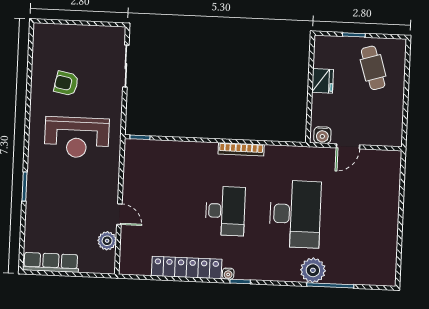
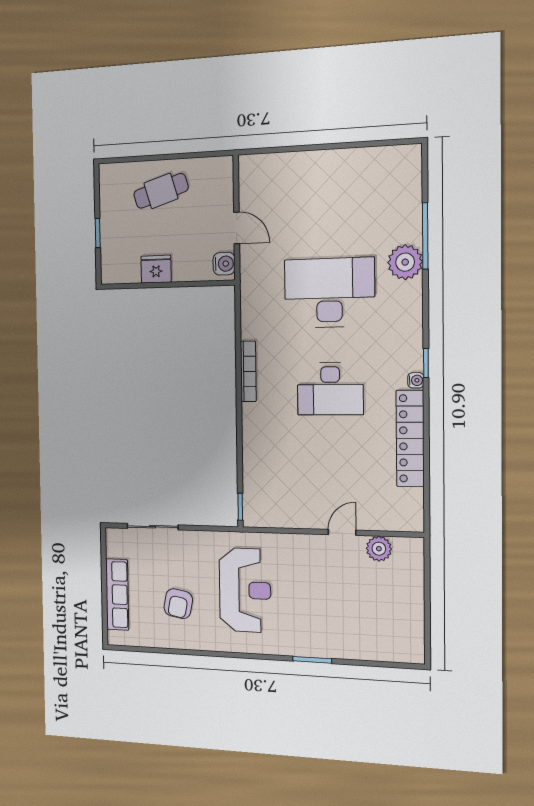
cafe table: (373, 68) -> (161, 191), moved
desk: (225, 211) -> (330, 389), turned 180
row of seats: (51, 262) -> (117, 595), moved, turned 180

